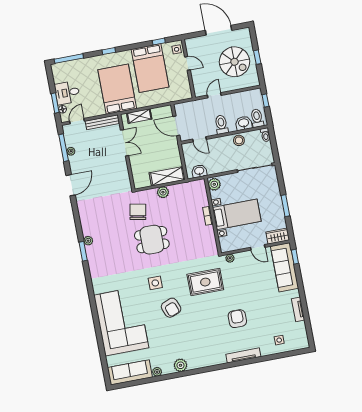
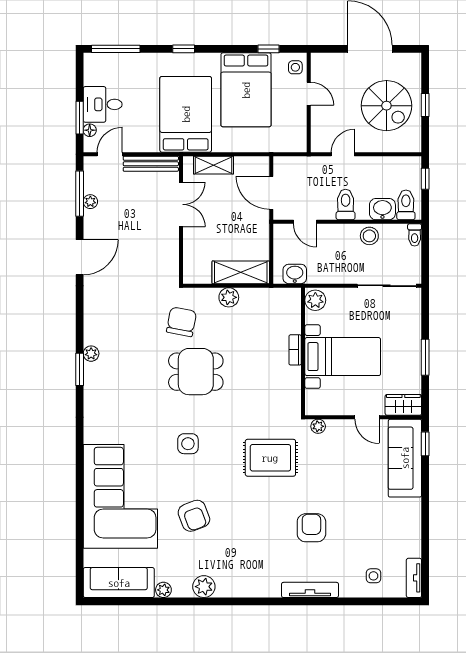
armchair: (171, 308) -> (194, 516), moved
tv unit: (298, 309) -> (414, 578), moved

